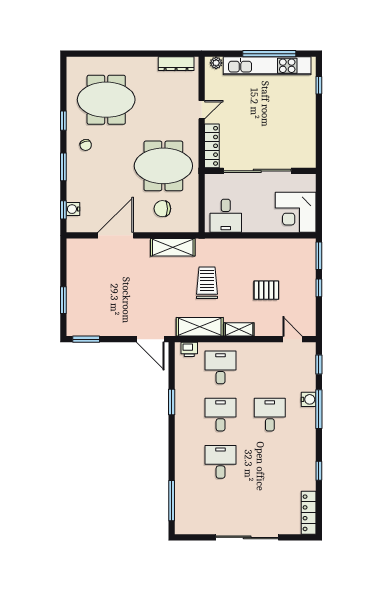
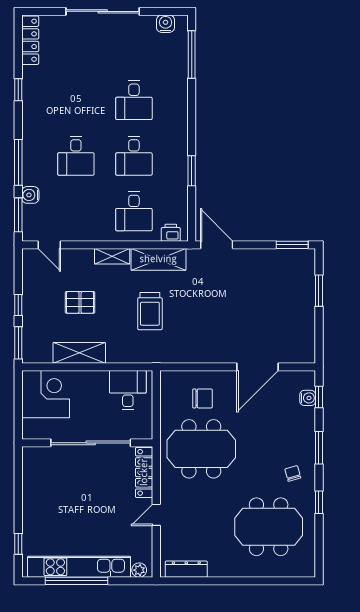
shelving: (173, 247) -> (79, 353), moved
window: (319, 365) -> (18, 215), width x1.50
water cooler: (309, 399) -> (30, 195), moved
water cooler: (194, 527) -> (166, 24), added

